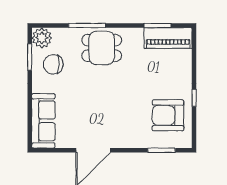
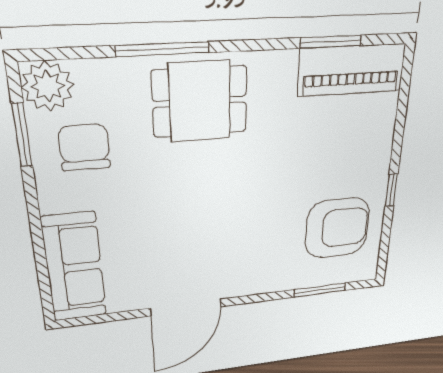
chair: (53, 64) -> (84, 147), turned 89
armchair: (168, 115) -> (337, 228), turned 180

